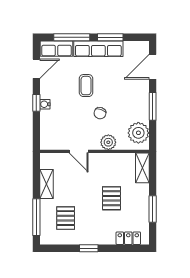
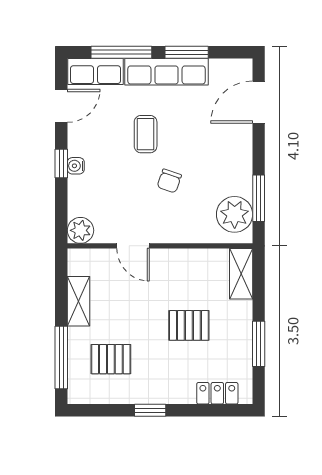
window: (153, 106) -> (259, 198), moved
plant: (108, 142) -> (80, 230), moved
pallet: (112, 198) -> (189, 325), turned 90
pallet: (66, 218) -> (111, 359), turned 90

